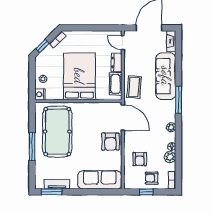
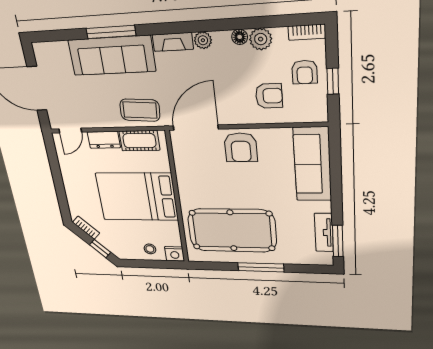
fireplace: (171, 41) -> (173, 42), moved
window: (178, 100) -> (111, 32), moved
armchair: (110, 142) -> (241, 147), turned 90

